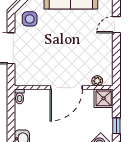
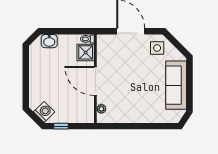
door: (116, 25) -> (152, 126), removed
shower: (104, 98) -> (86, 52), moved

